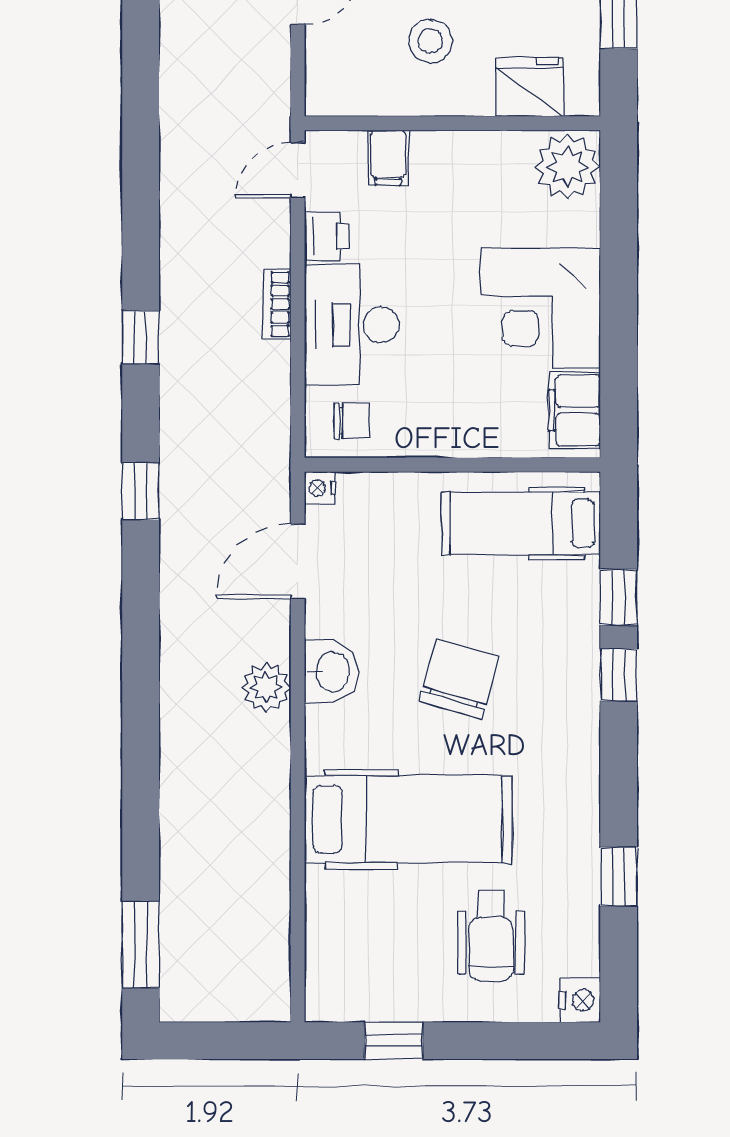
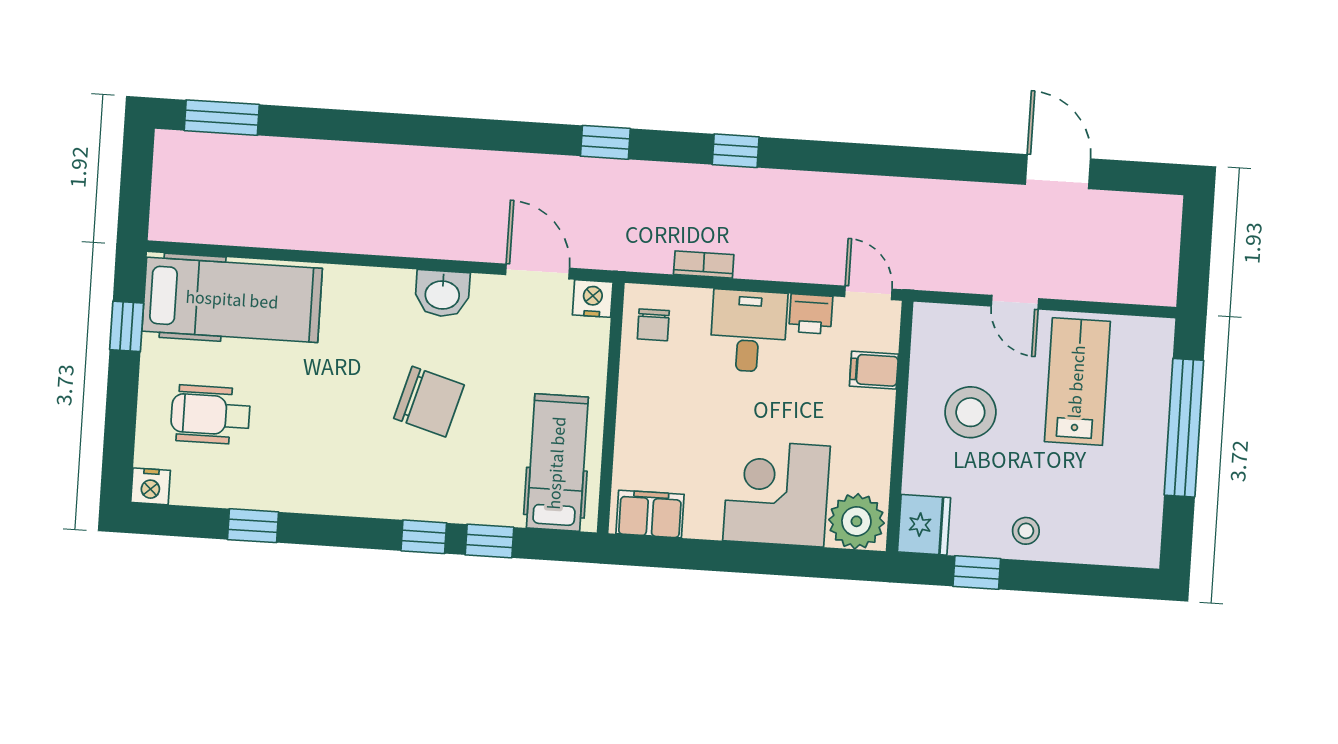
stool: (430, 41) -> (970, 412), width x1.38, depth x1.38
fridge: (530, 87) -> (924, 525), moved
bookcase: (277, 304) -> (704, 265), moved
corner desk: (541, 308) -> (776, 493), moved
desk: (352, 325) -> (748, 331), width x0.73
nightstand: (320, 488) -> (593, 299), width x1.39, depth x1.35
plant: (266, 687) -> (433, 238), removed
hospital bed: (408, 819) -> (232, 300), moved, turned -90

